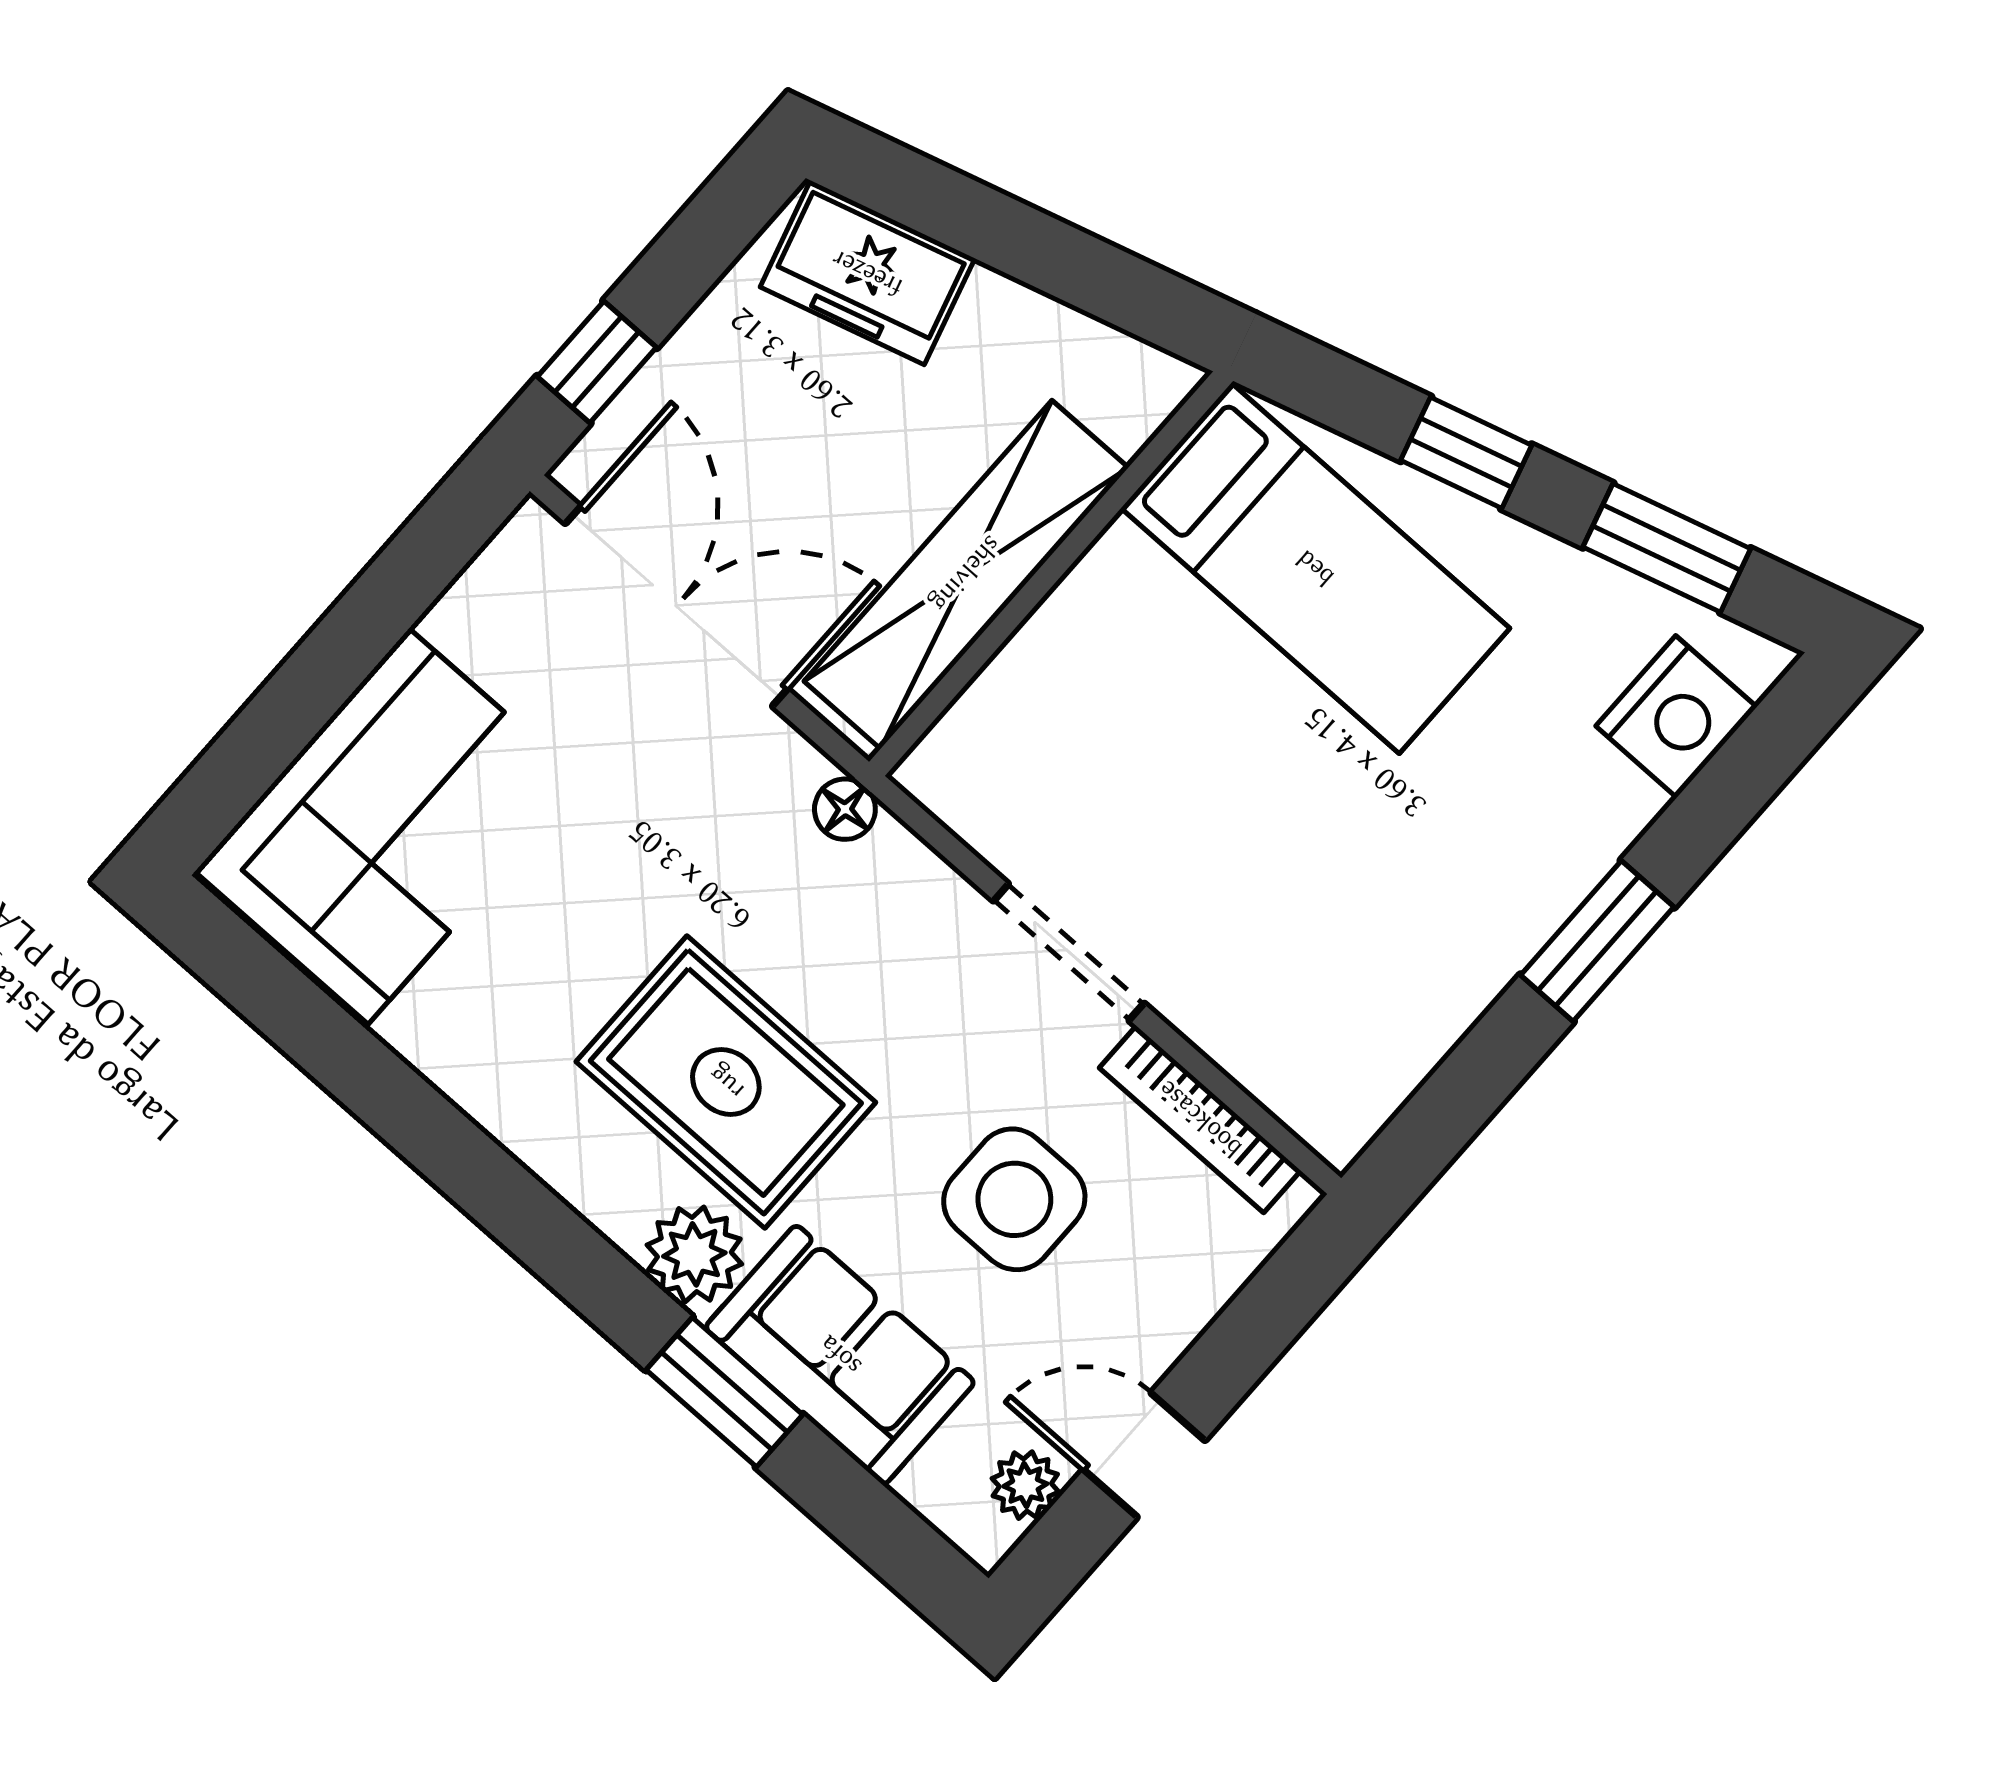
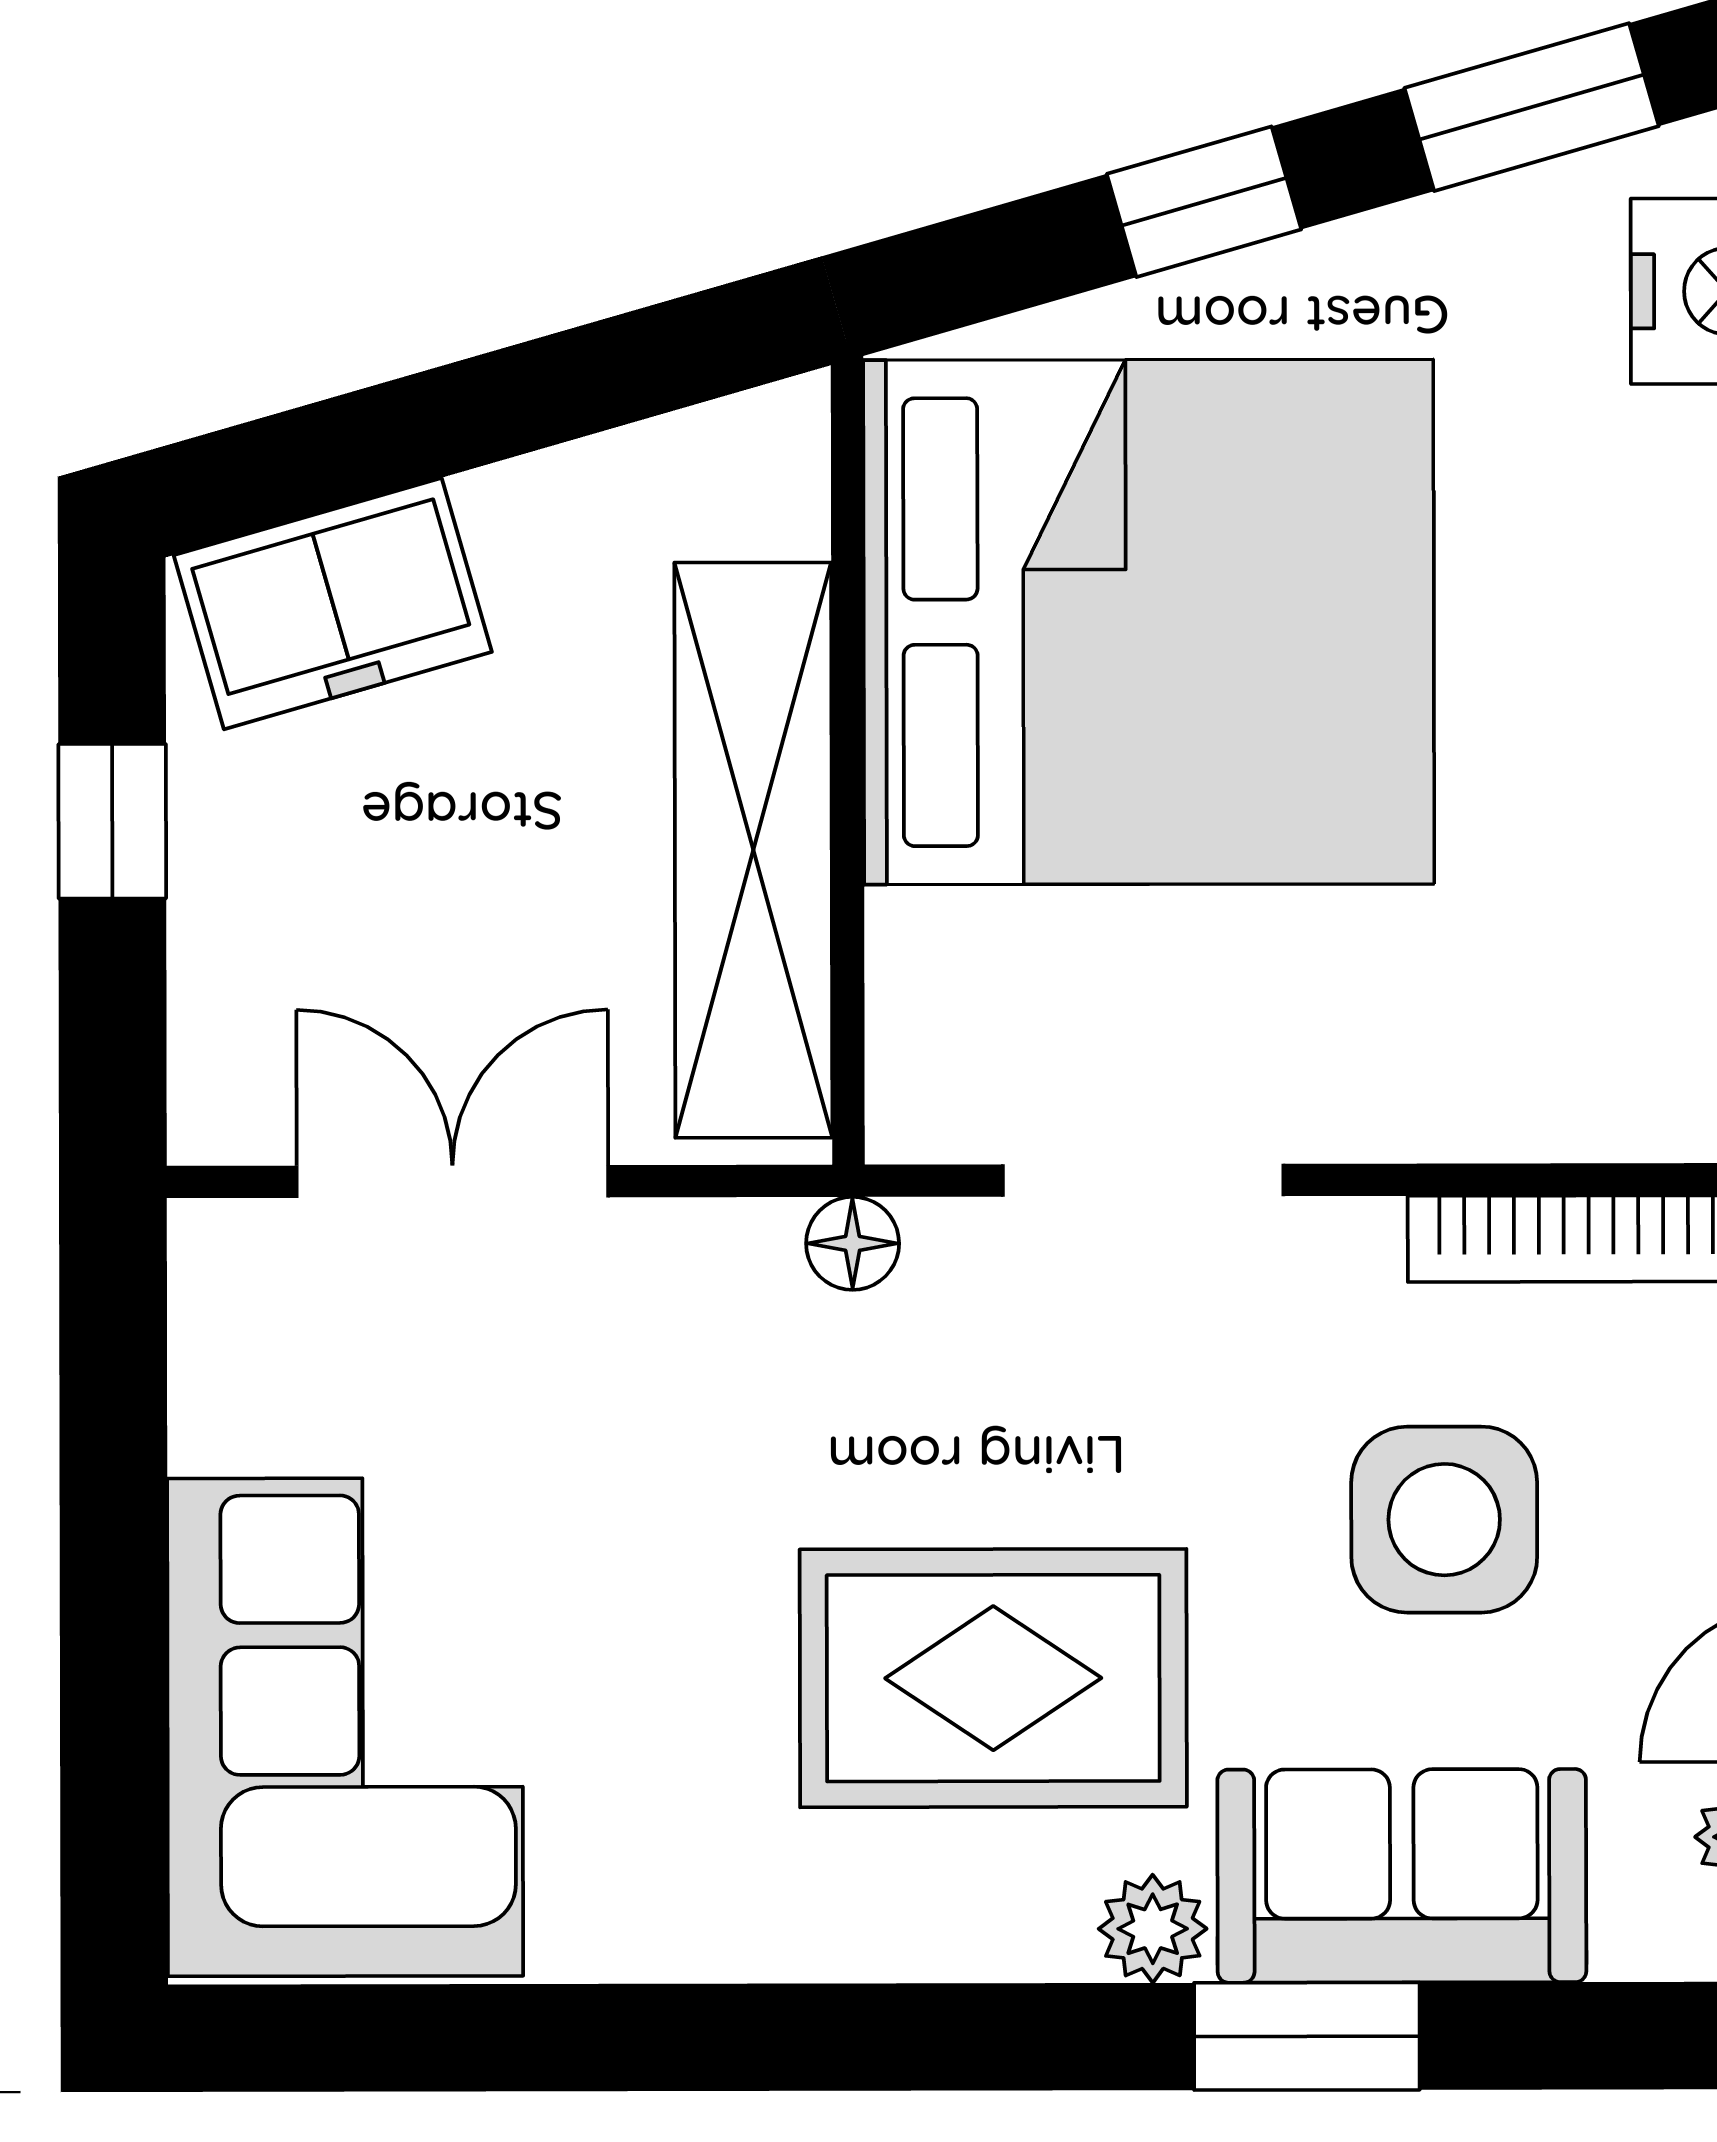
window: (597, 362) -> (112, 821), moved
bed: (1315, 568) -> (1149, 622), width x2.04
double door: (676, 606) -> (452, 1181), width x0.73
doorway: (1069, 952) -> (1143, 1180), moved
plant: (694, 1254) -> (1153, 1929), width x0.73, depth x0.73

